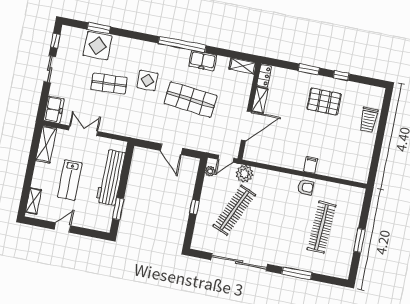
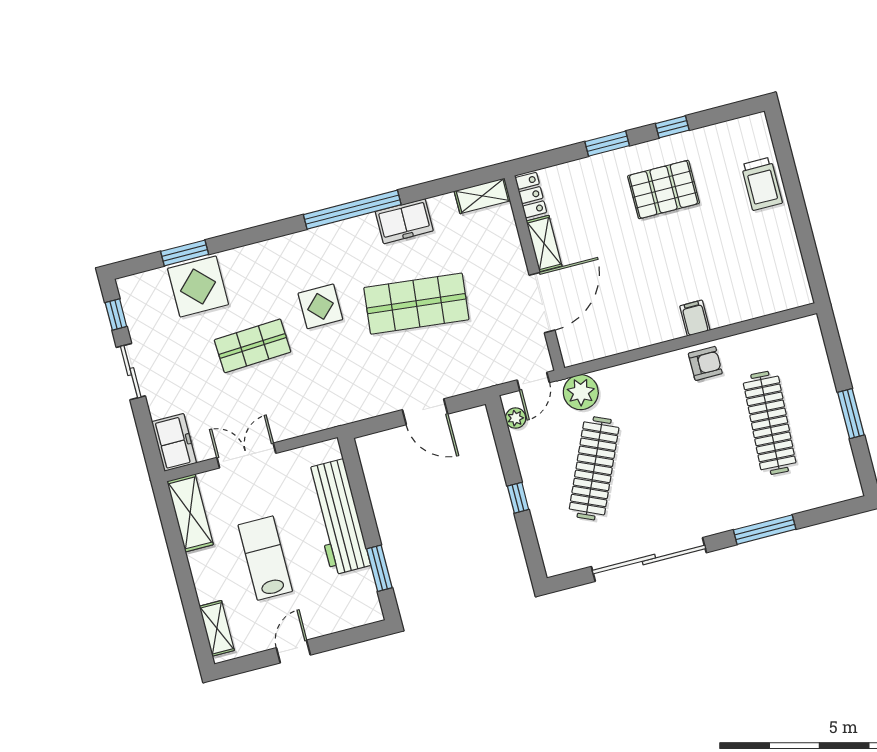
lab bench: (70, 180) -> (265, 558), turned 180

